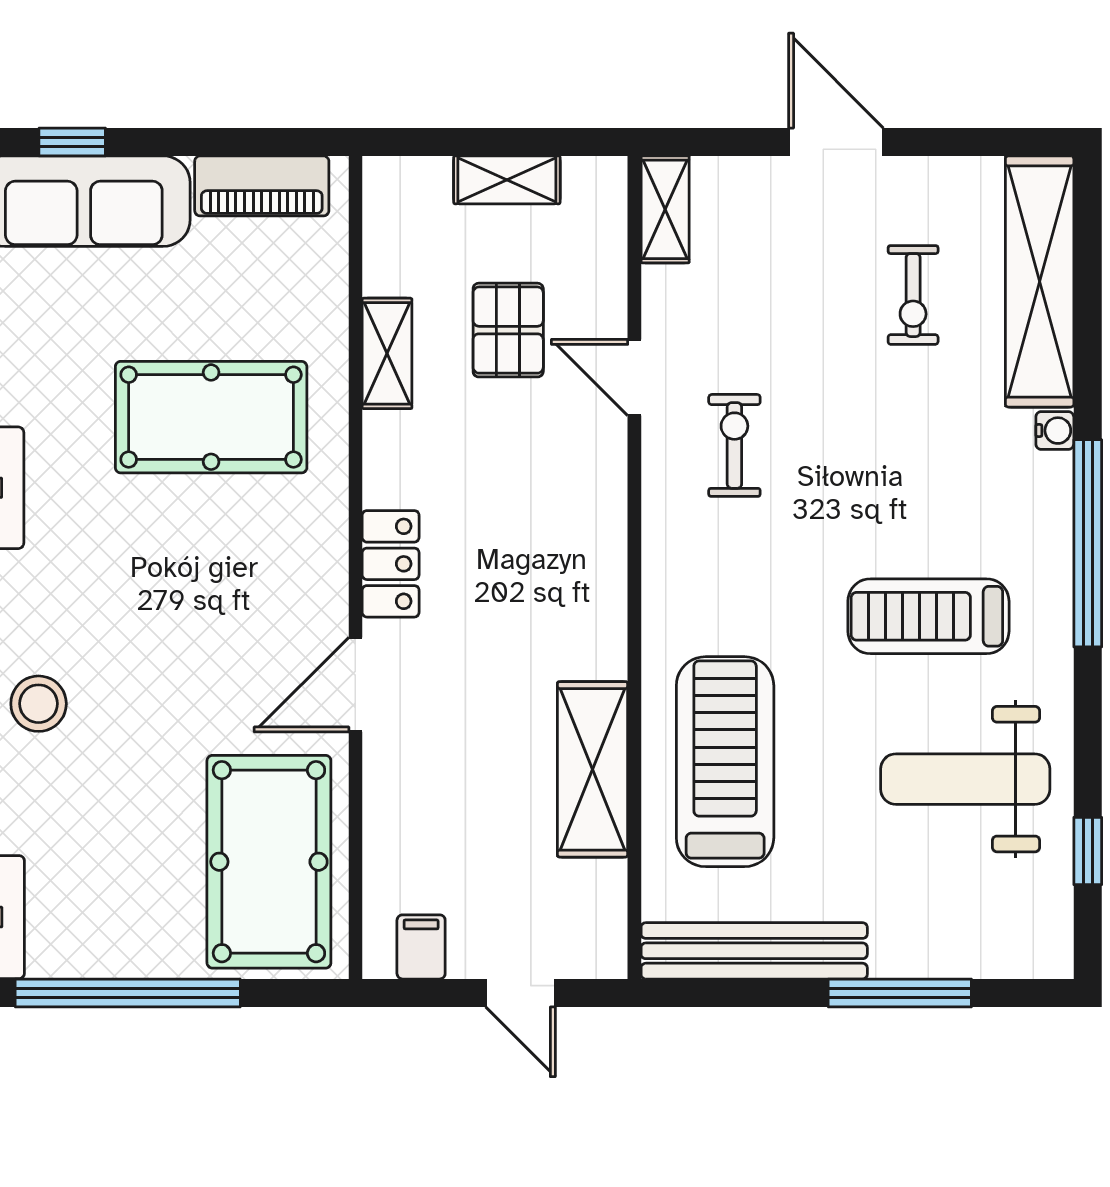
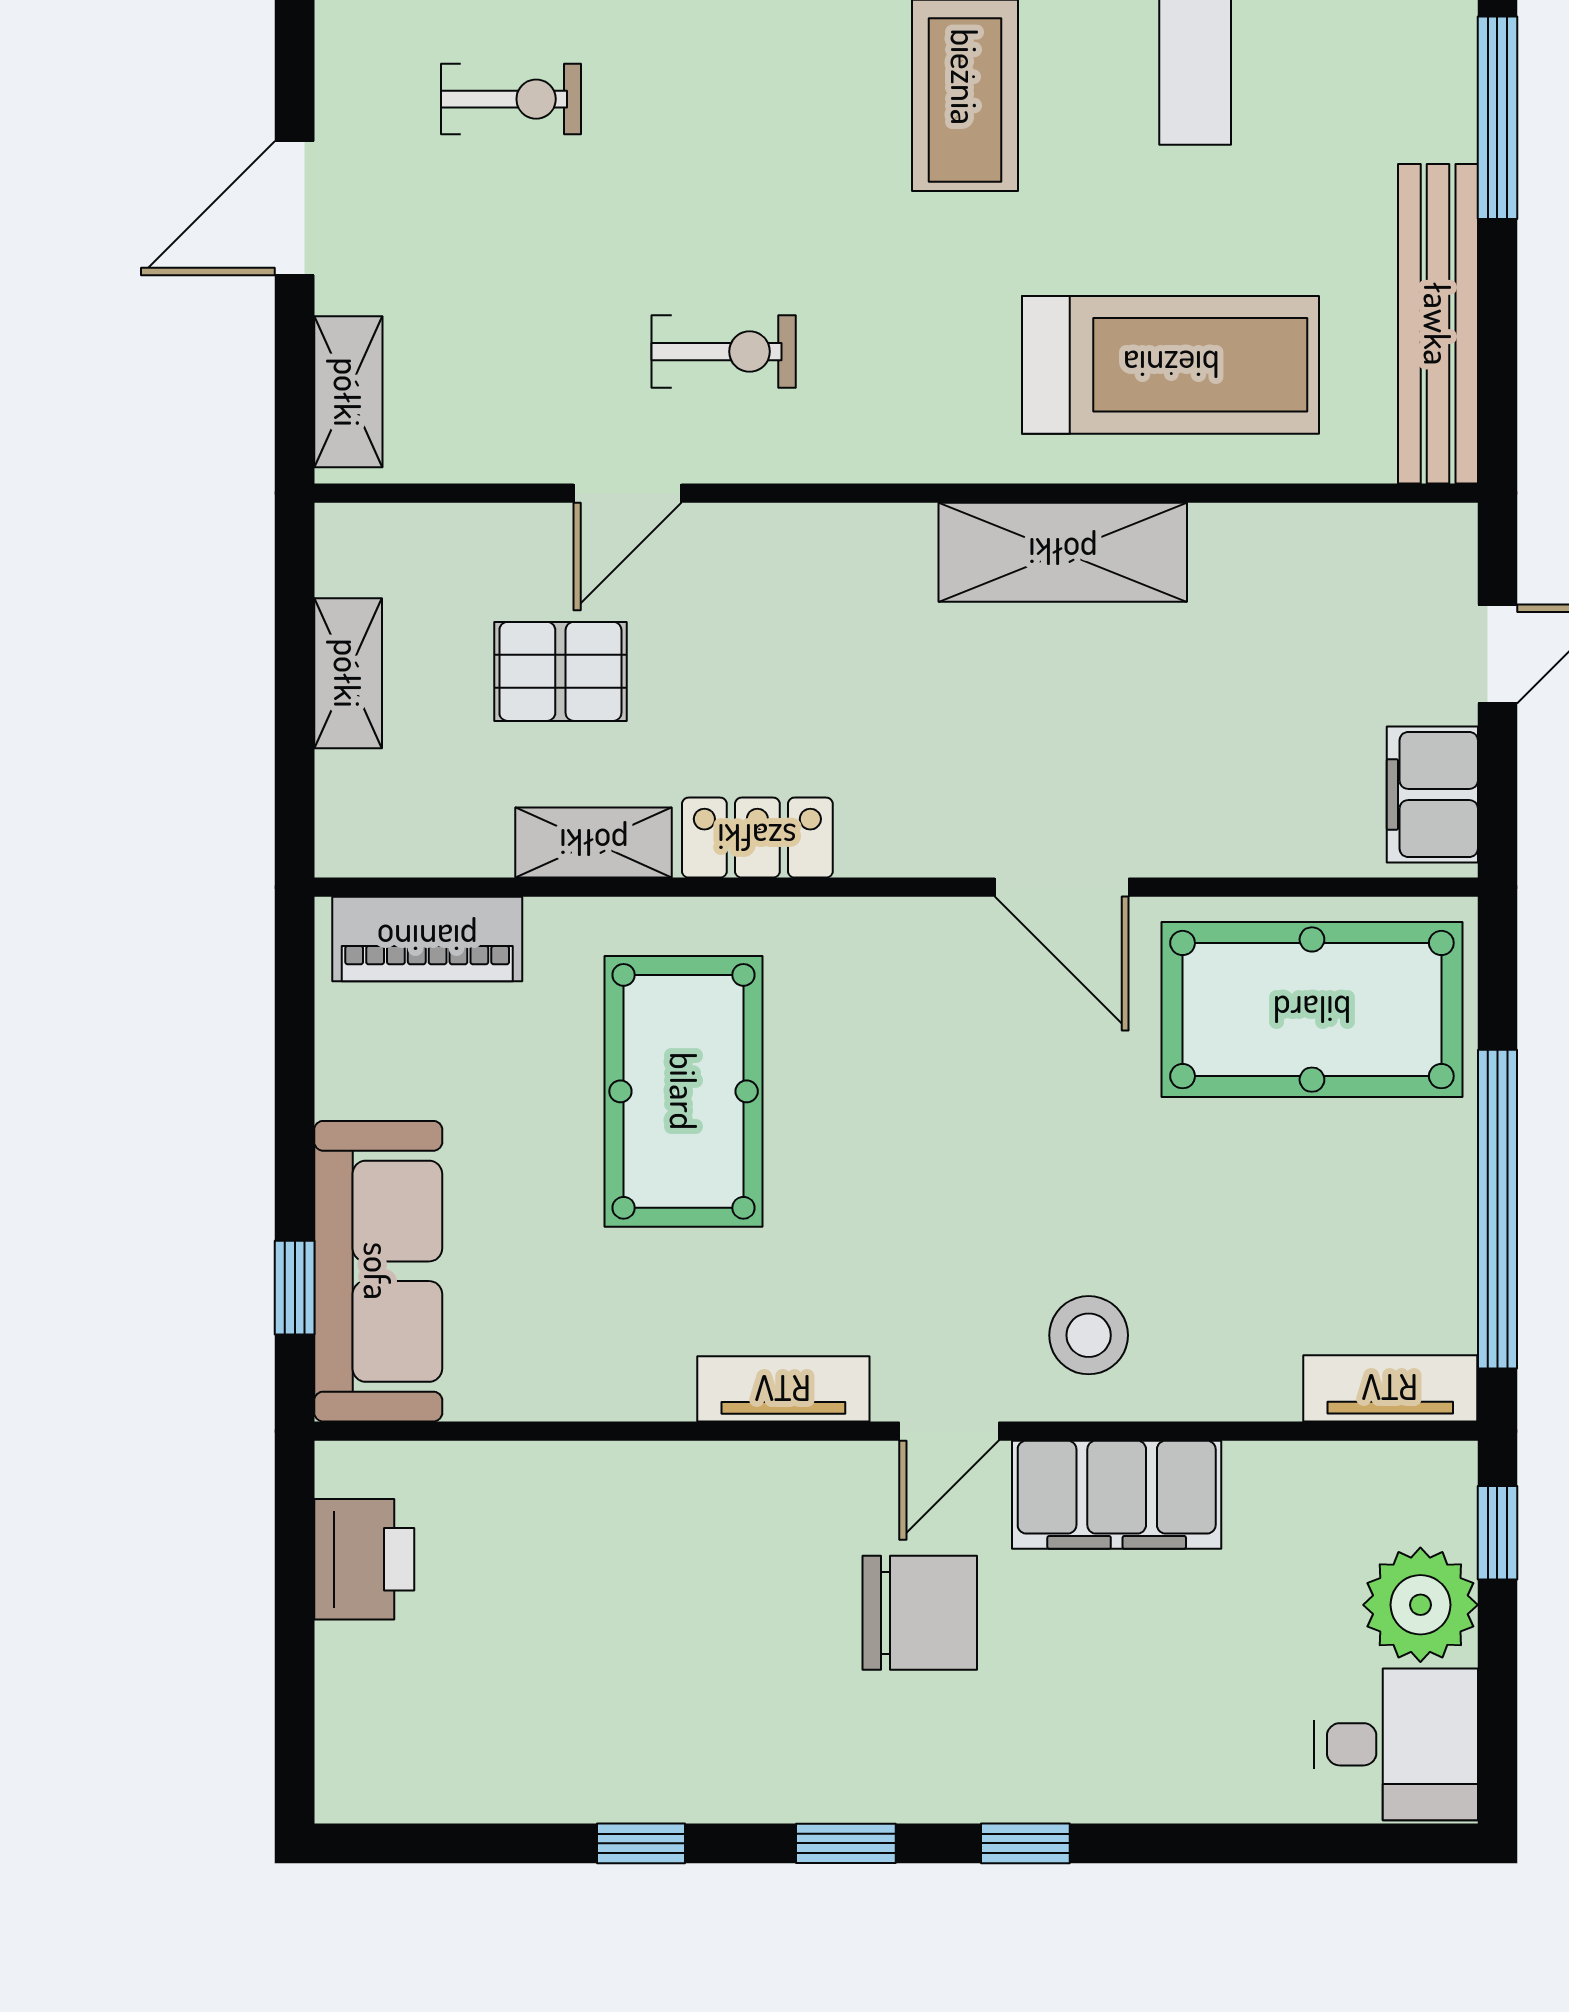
piano: (262, 186) -> (427, 939), moved, turned 90
shelving: (665, 209) -> (348, 392), moved, turned 90
exercise bike: (734, 445) -> (724, 352), turned 180
locker: (391, 564) -> (757, 838), moved
treadmill: (725, 762) -> (1171, 365), turned 180
shelving: (593, 769) -> (1063, 552), moved
filing cabinet: (421, 947) -> (1432, 794), width x2.00

